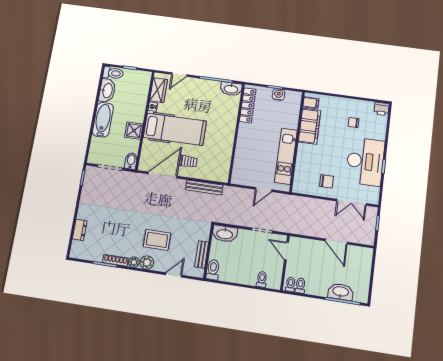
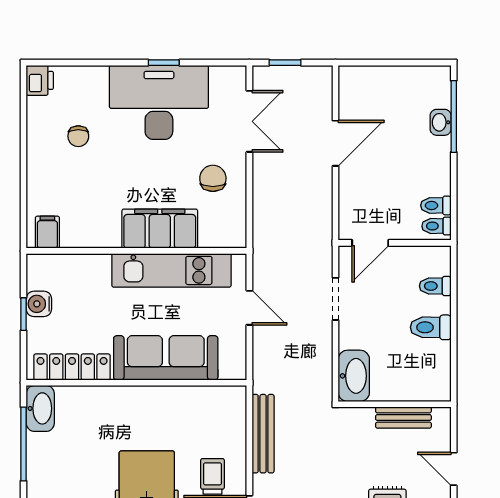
filing cabinet: (310, 126) -> (160, 229), moved
sofa: (246, 148) -> (166, 358), added
toilet: (213, 270) -> (431, 327), moved
washbasin: (341, 292) -> (441, 122), width x0.52, depth x0.69

